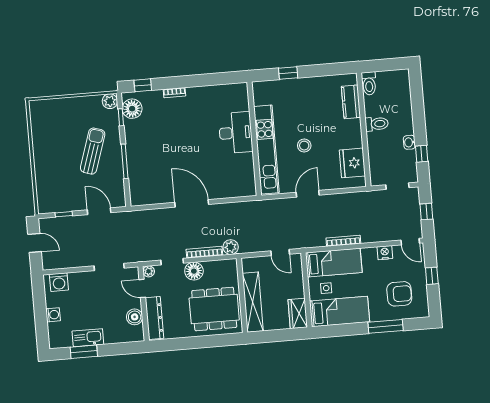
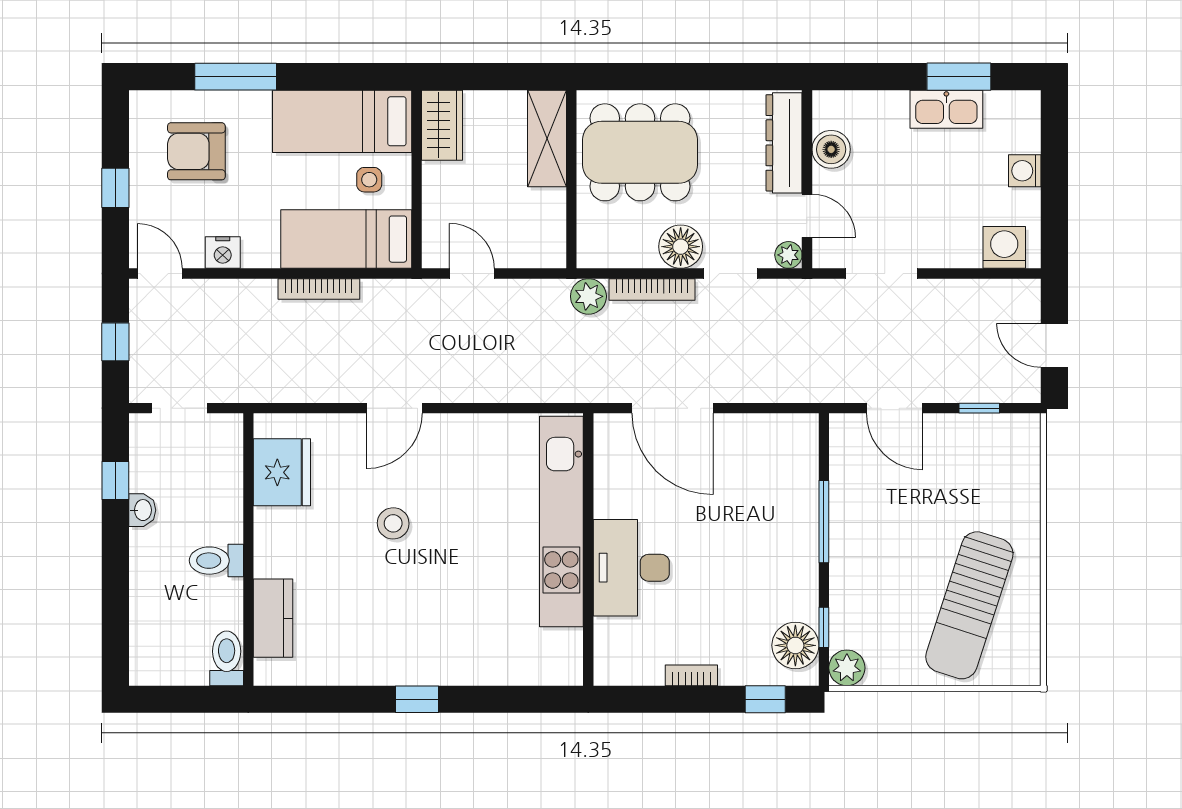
desk: (236, 133) -> (631, 568), moved
wall: (254, 139) -> (588, 549), moved
kitchen unit: (266, 150) -> (561, 521), moved
sun lounger: (93, 151) -> (969, 605), moved, width x1.36, depth x1.34
shelving: (253, 302) -> (547, 139), width x0.68

